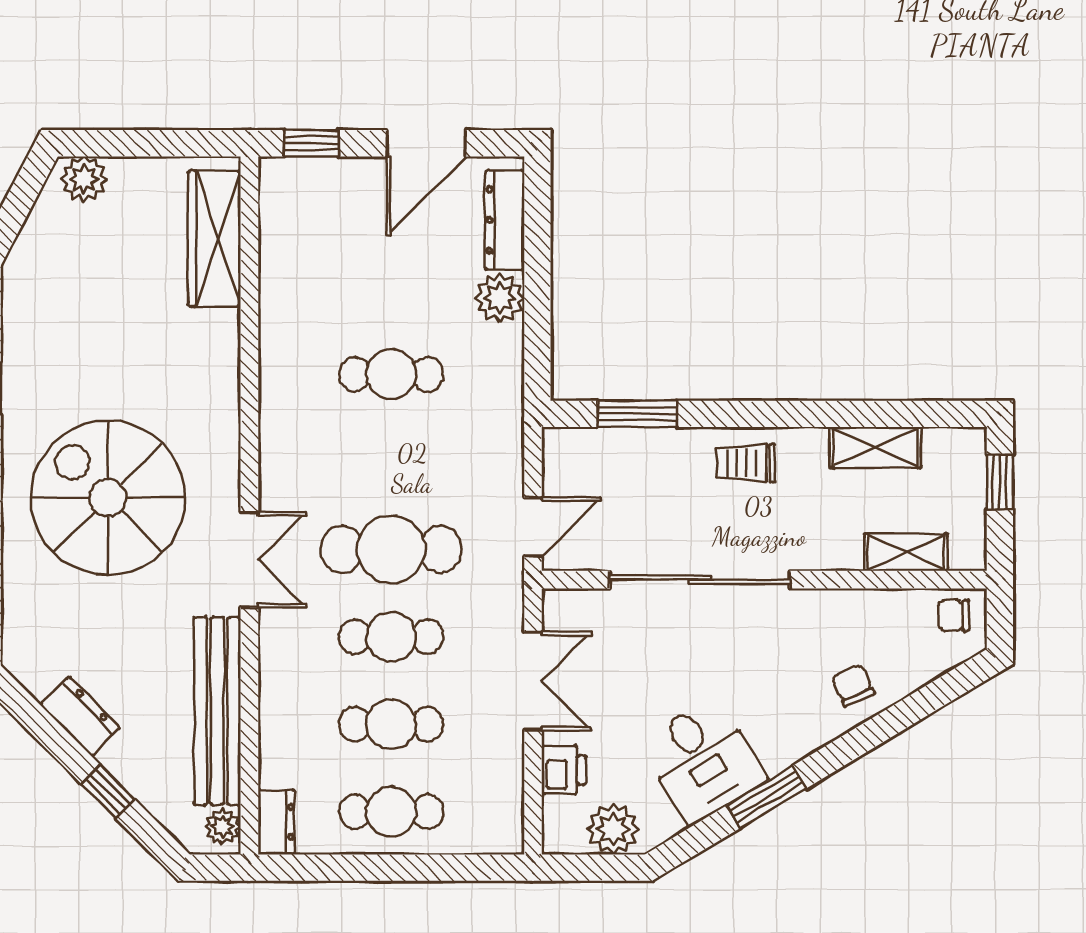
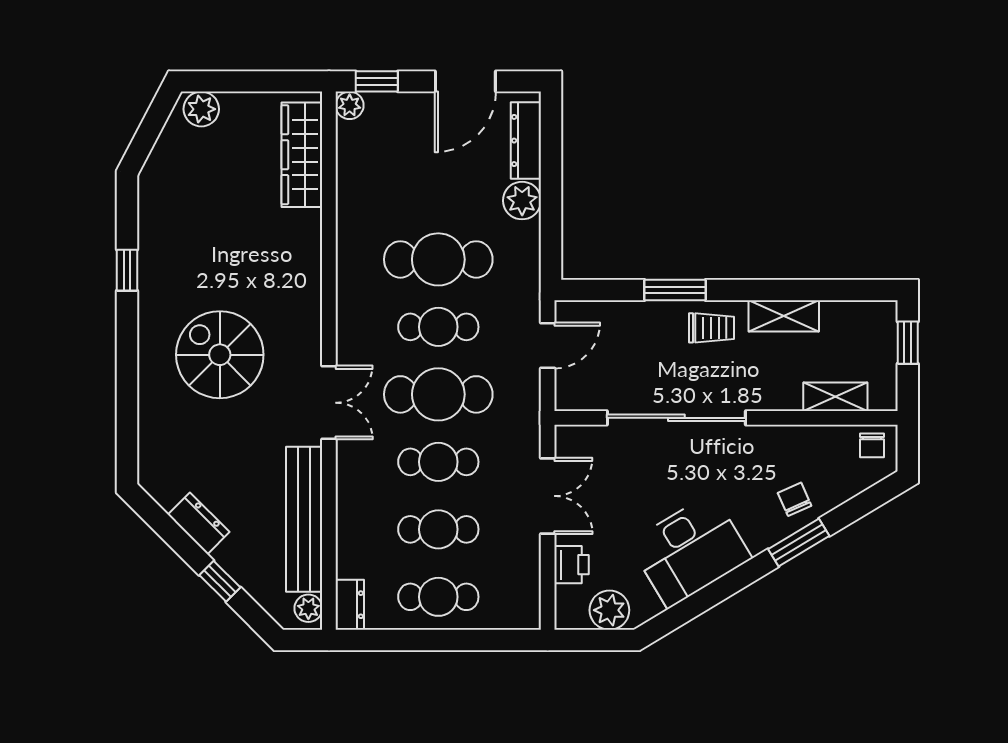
plant: (276, 174) -> (350, 105), added
cafe table: (391, 374) -> (438, 259), width x1.37, depth x1.35
window: (637, 414) -> (675, 290), moved
shelving: (875, 447) -> (784, 316), moved
cafe table: (391, 462) -> (438, 327), added
trolley: (746, 463) -> (712, 328), turned 180
spiral stairs: (108, 498) -> (220, 355), width x0.73, depth x0.73
door: (533, 527) -> (548, 345), moved
chair: (954, 615) -> (872, 445), turned -90
desk: (703, 761) -> (690, 550), width x1.37
window: (766, 797) -> (799, 543), moved

